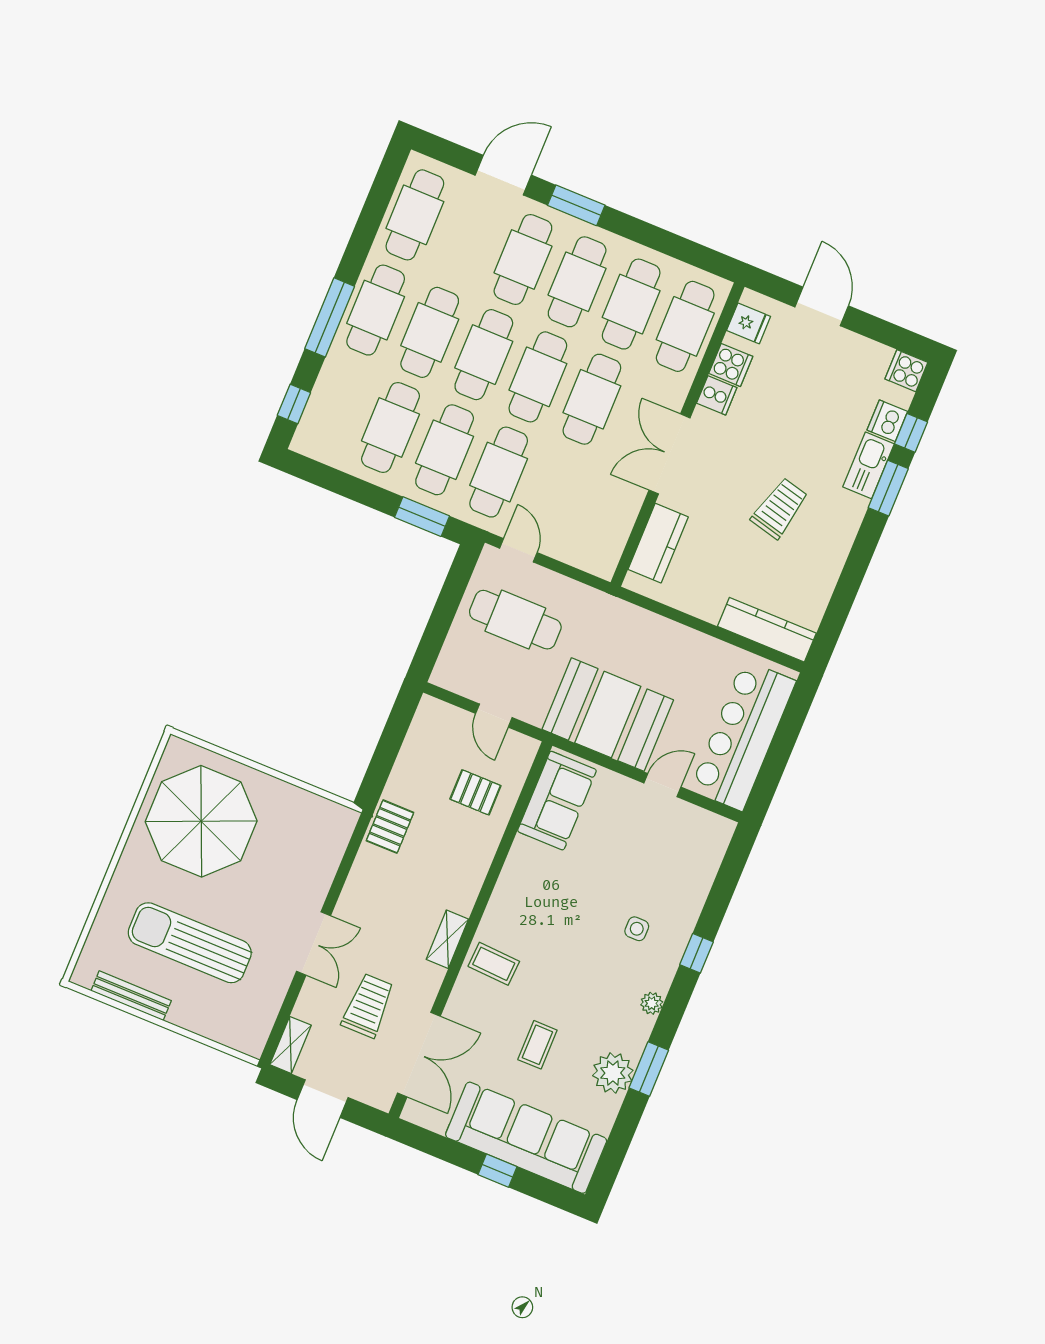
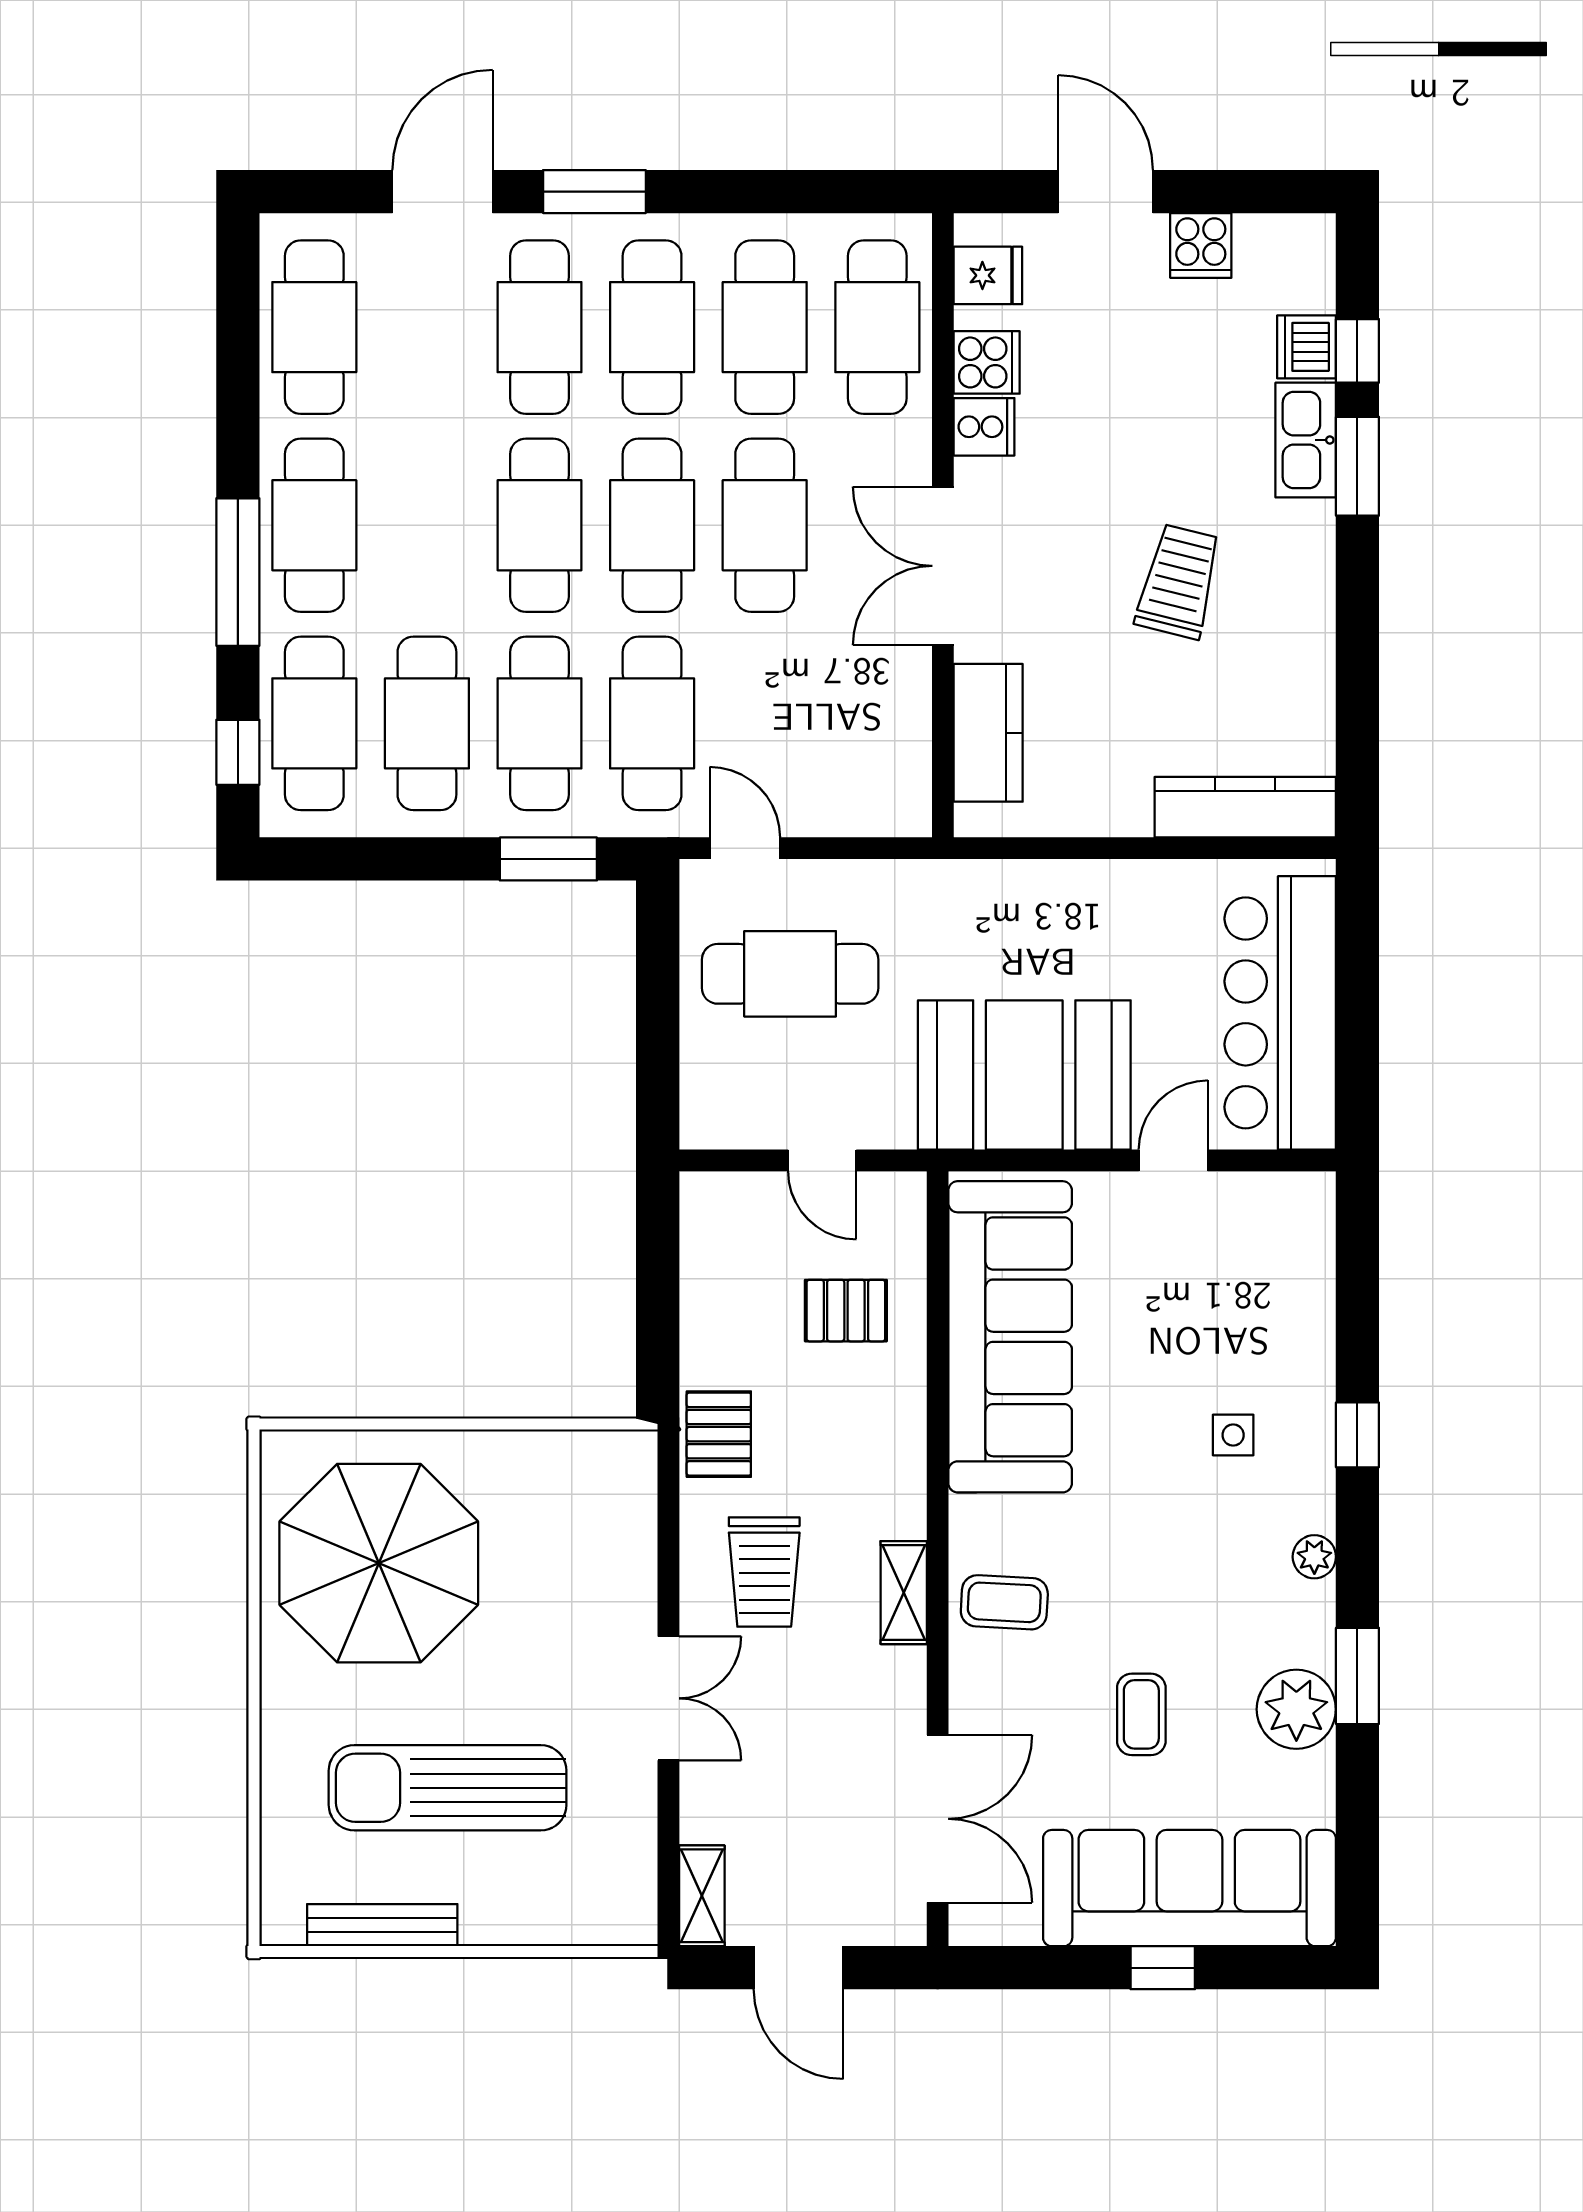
cafe table: (430, 332) -> (314, 723), moved
cooker: (906, 371) -> (1201, 245), moved, turned -90
sofa: (557, 801) -> (1010, 1337), width x1.85, depth x1.27
trolley: (368, 1006) -> (764, 1572), moved, turned 180

